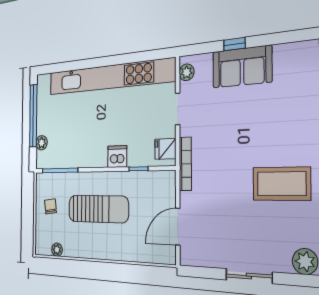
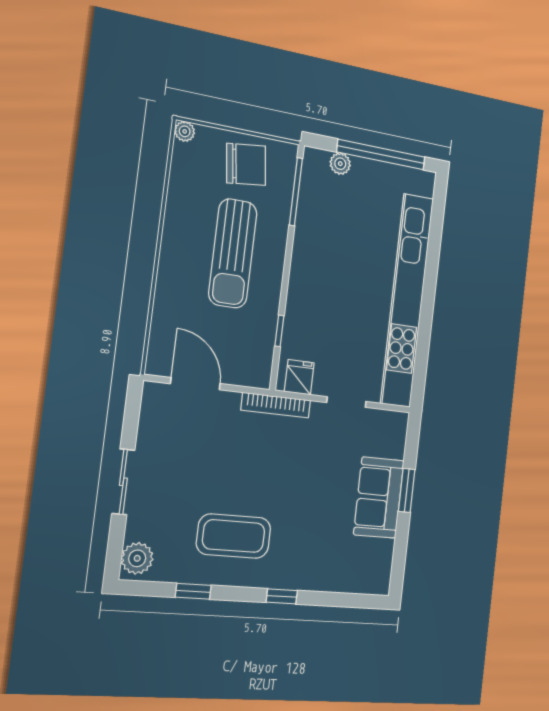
window: (234, 44) -> (407, 490), width x1.50
plant: (187, 72) -> (388, 421), removed
dishwasher: (117, 157) -> (301, 298), removed
coffee table: (281, 184) -> (234, 536), turned 90
chair: (50, 206) -> (246, 164), width x1.87, depth x1.87
plant: (57, 250) -> (185, 131), moved

